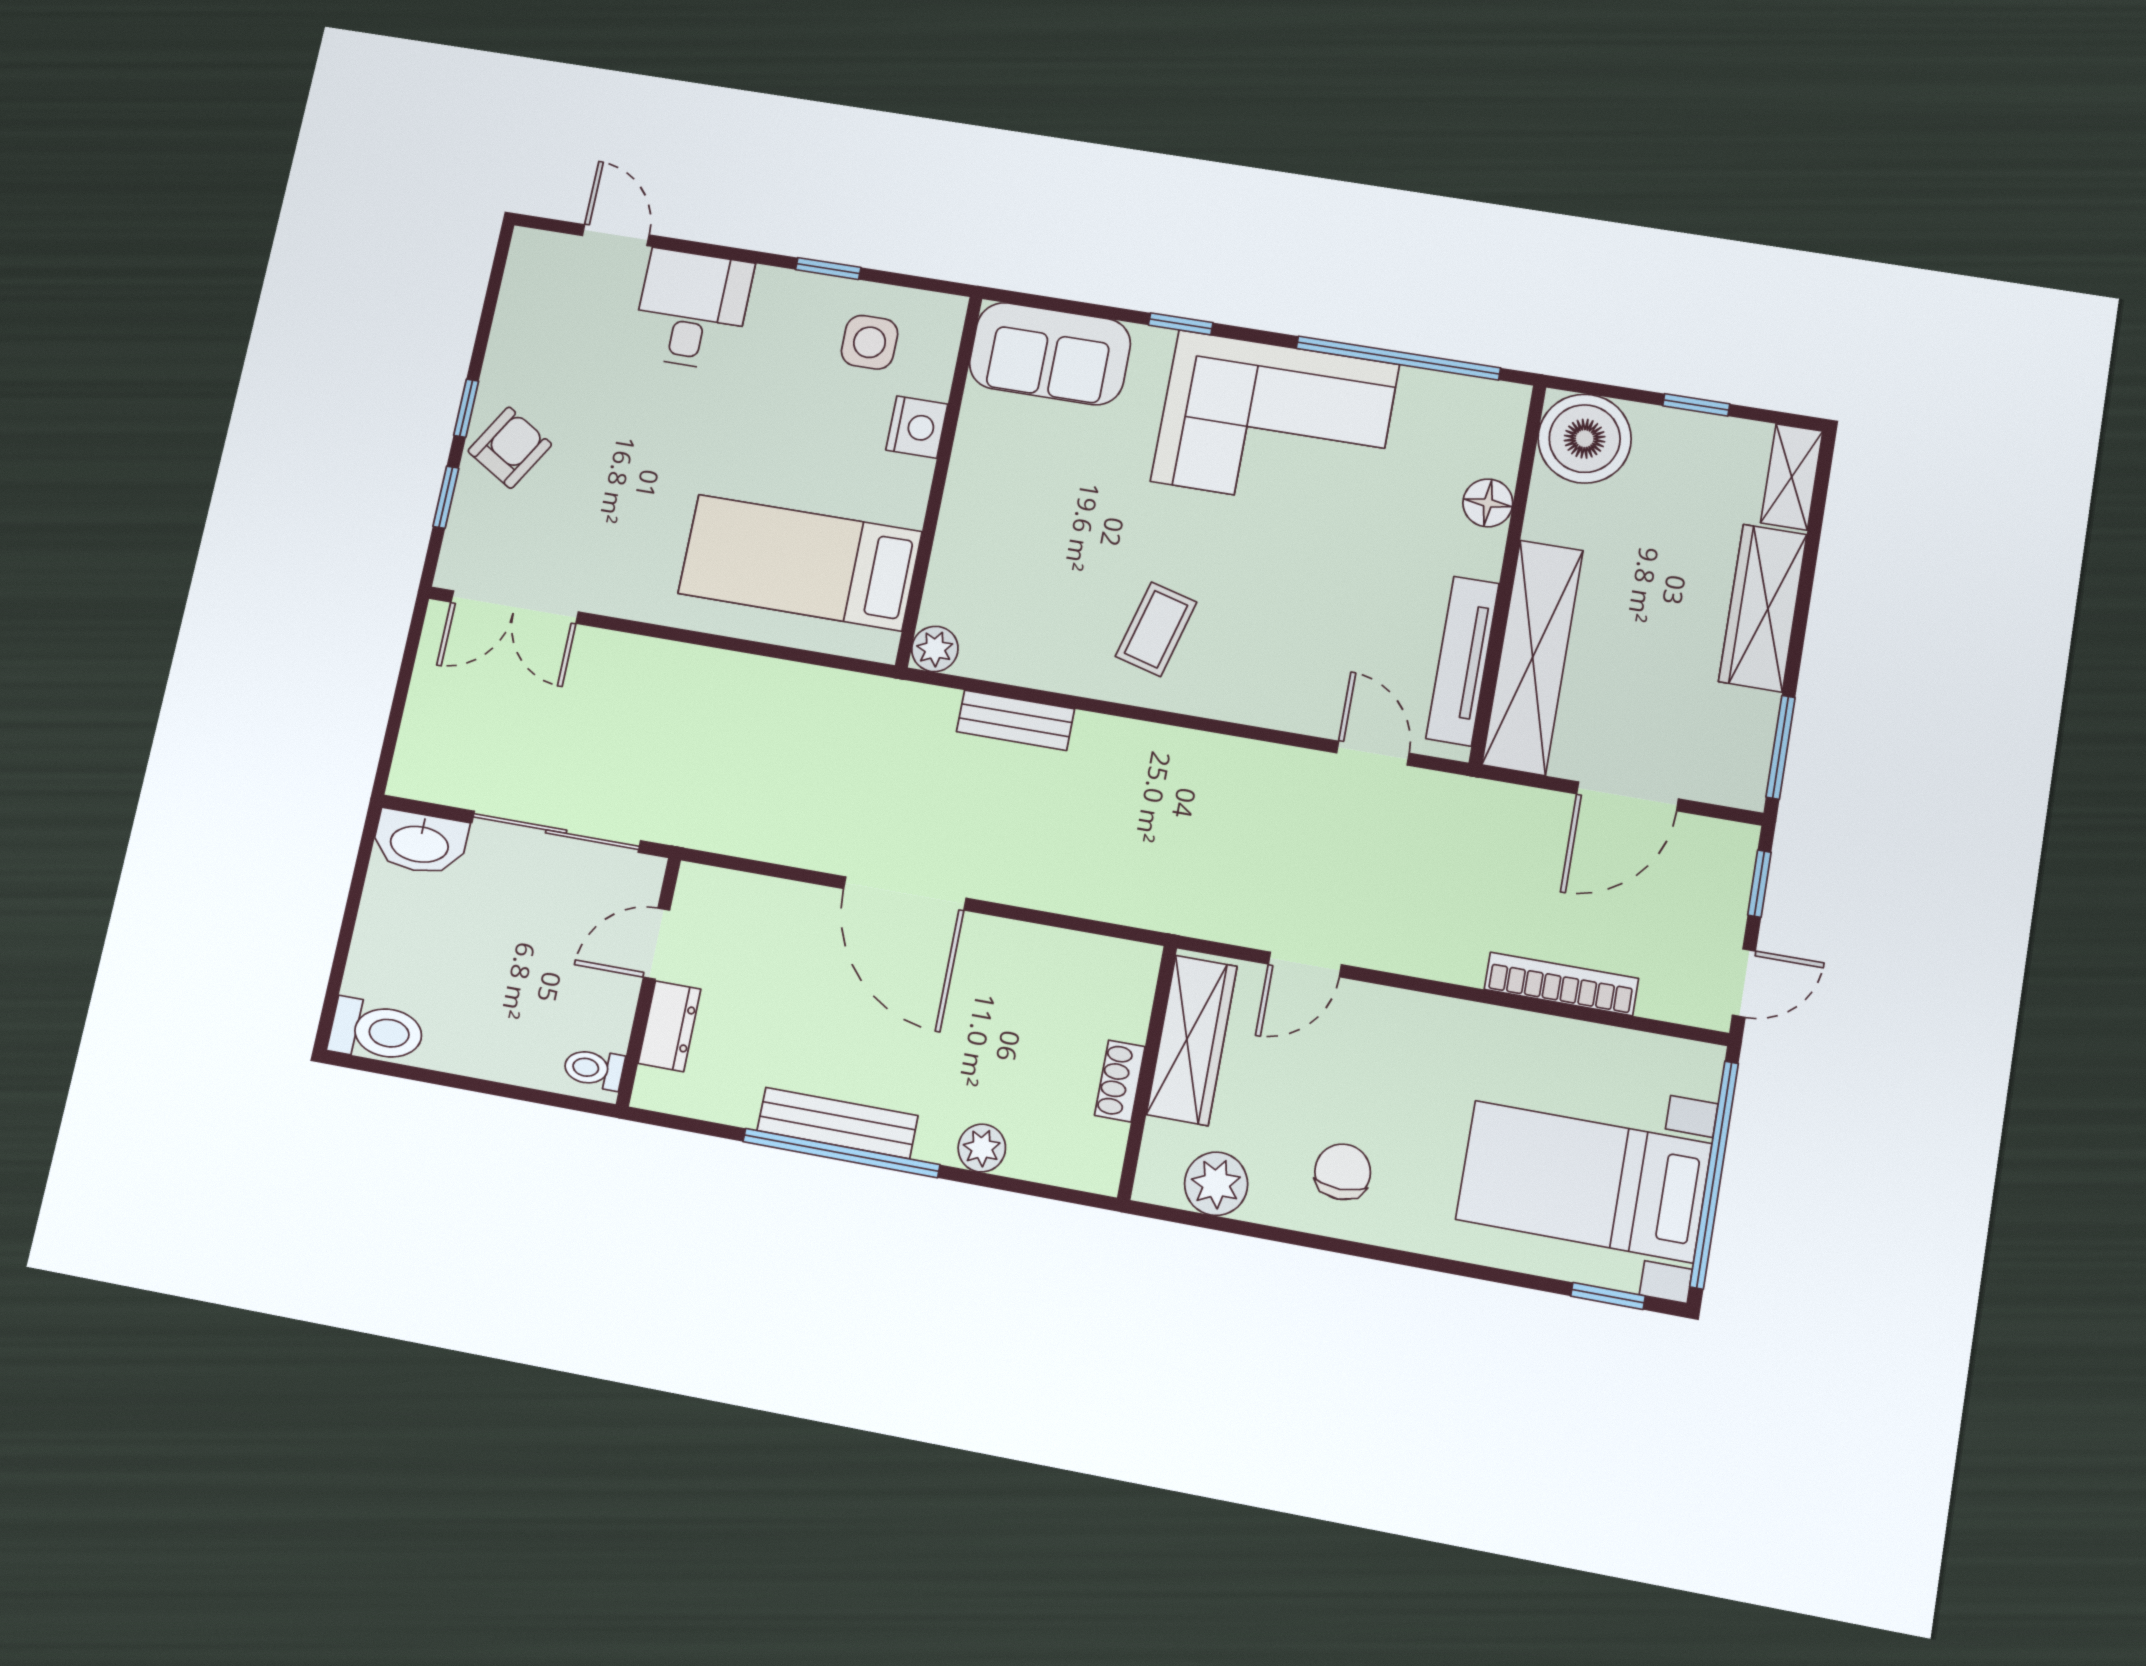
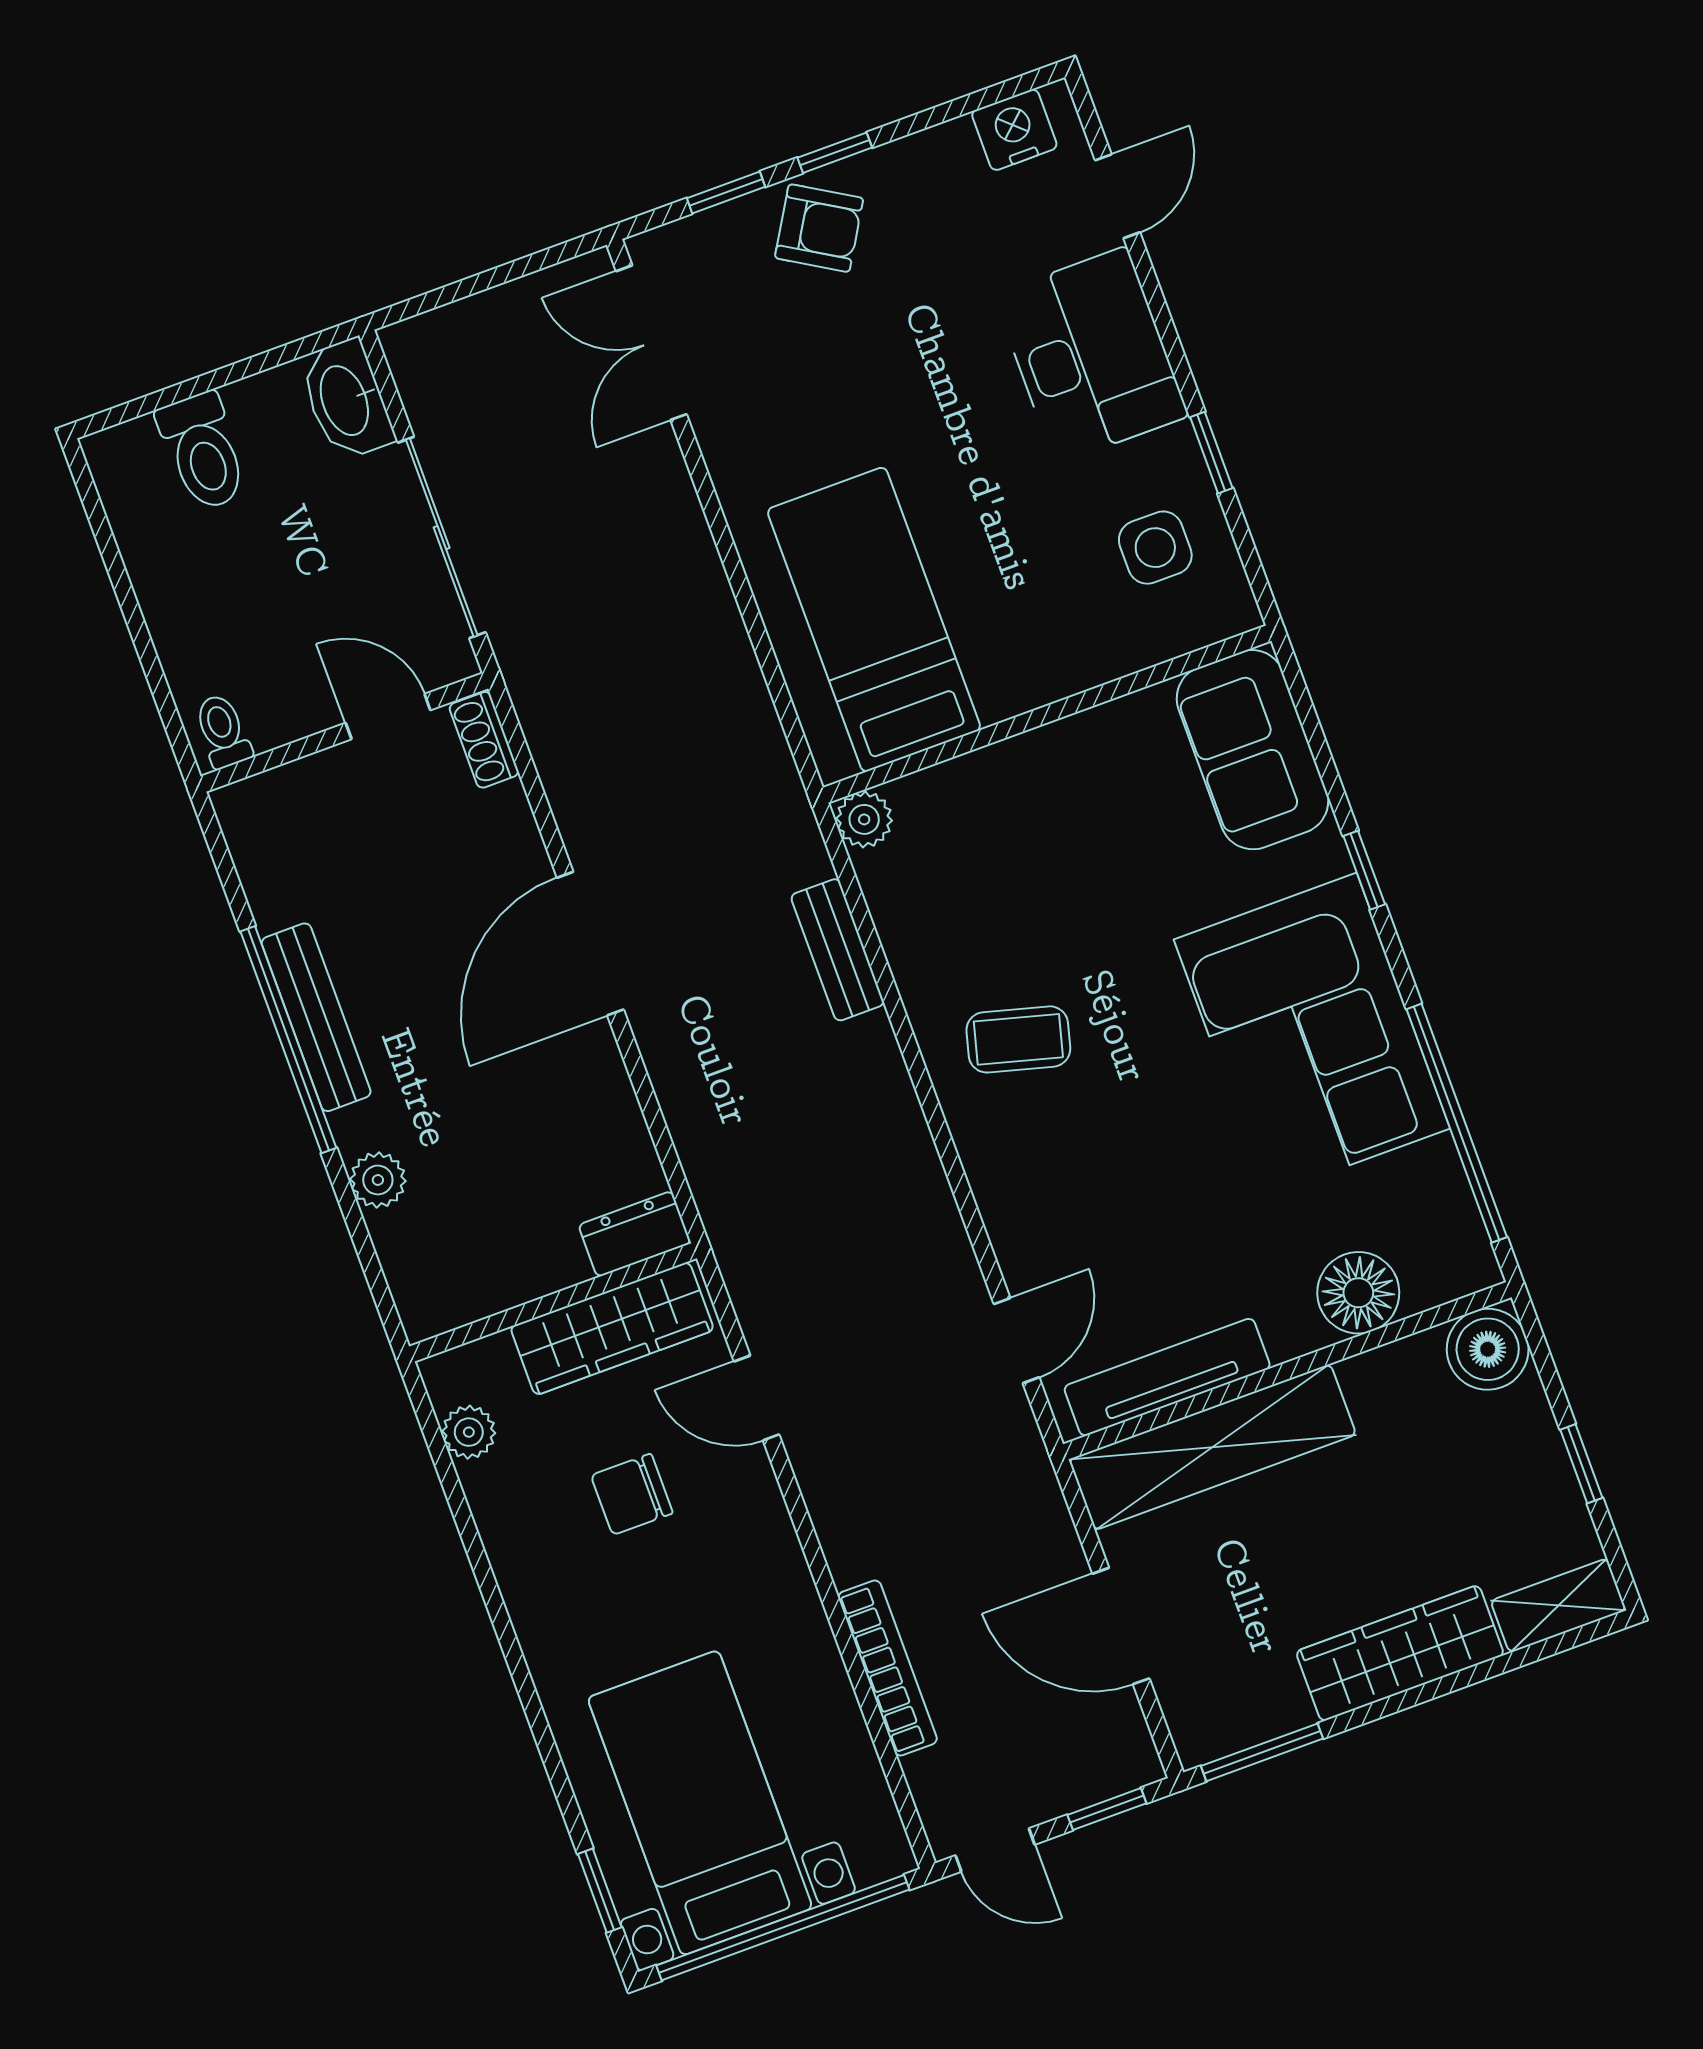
desk: (692, 310) -> (1091, 355), width x1.37
nightstand: (917, 427) -> (1014, 130), moved, turned 180
boiler: (1585, 439) -> (1488, 1349), width x0.73, depth x0.73
floor lamp: (1488, 503) -> (1358, 1293), width x1.38, depth x1.38
dresser: (669, 1026) -> (635, 1234), moved, turned 180
toilet: (377, 1031) -> (203, 452), moved
shoe rack: (1120, 1081) -> (484, 740), moved, turned -90
chair: (1343, 1172) -> (632, 1494), moved, turned 180
plant: (1216, 1184) -> (469, 1432), width x0.73, depth x0.73

